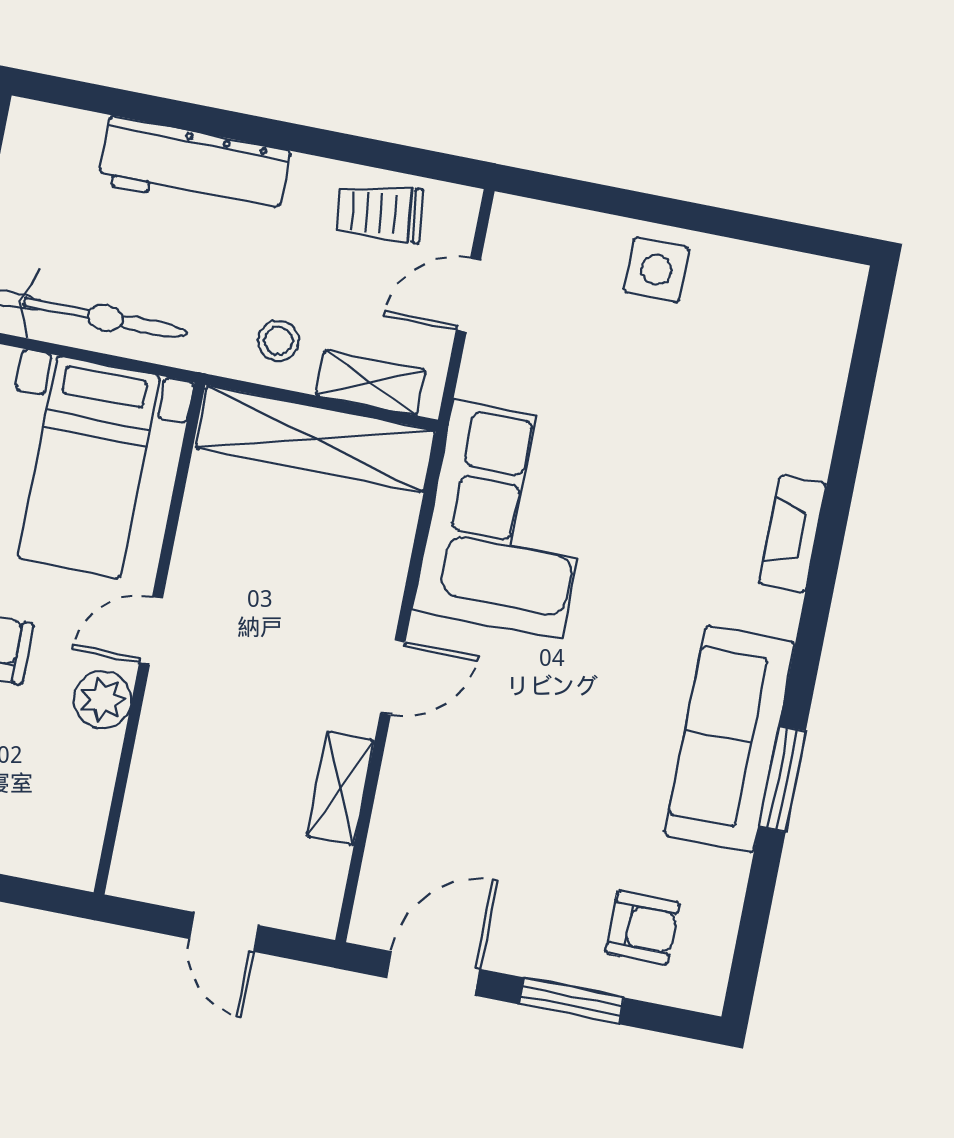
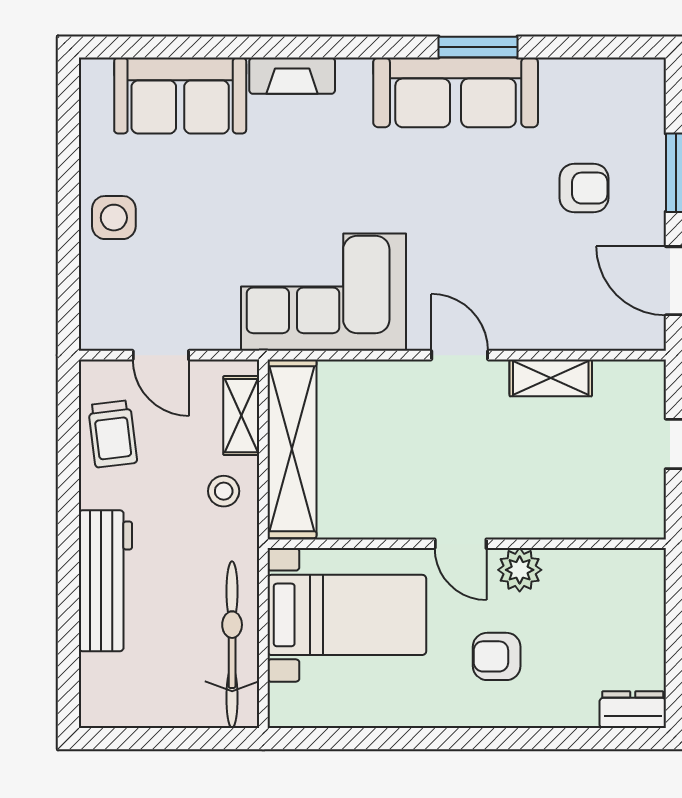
sofa: (796, 385) -> (180, 96), added
armchair: (642, 928) -> (584, 188), moved, turned 90

